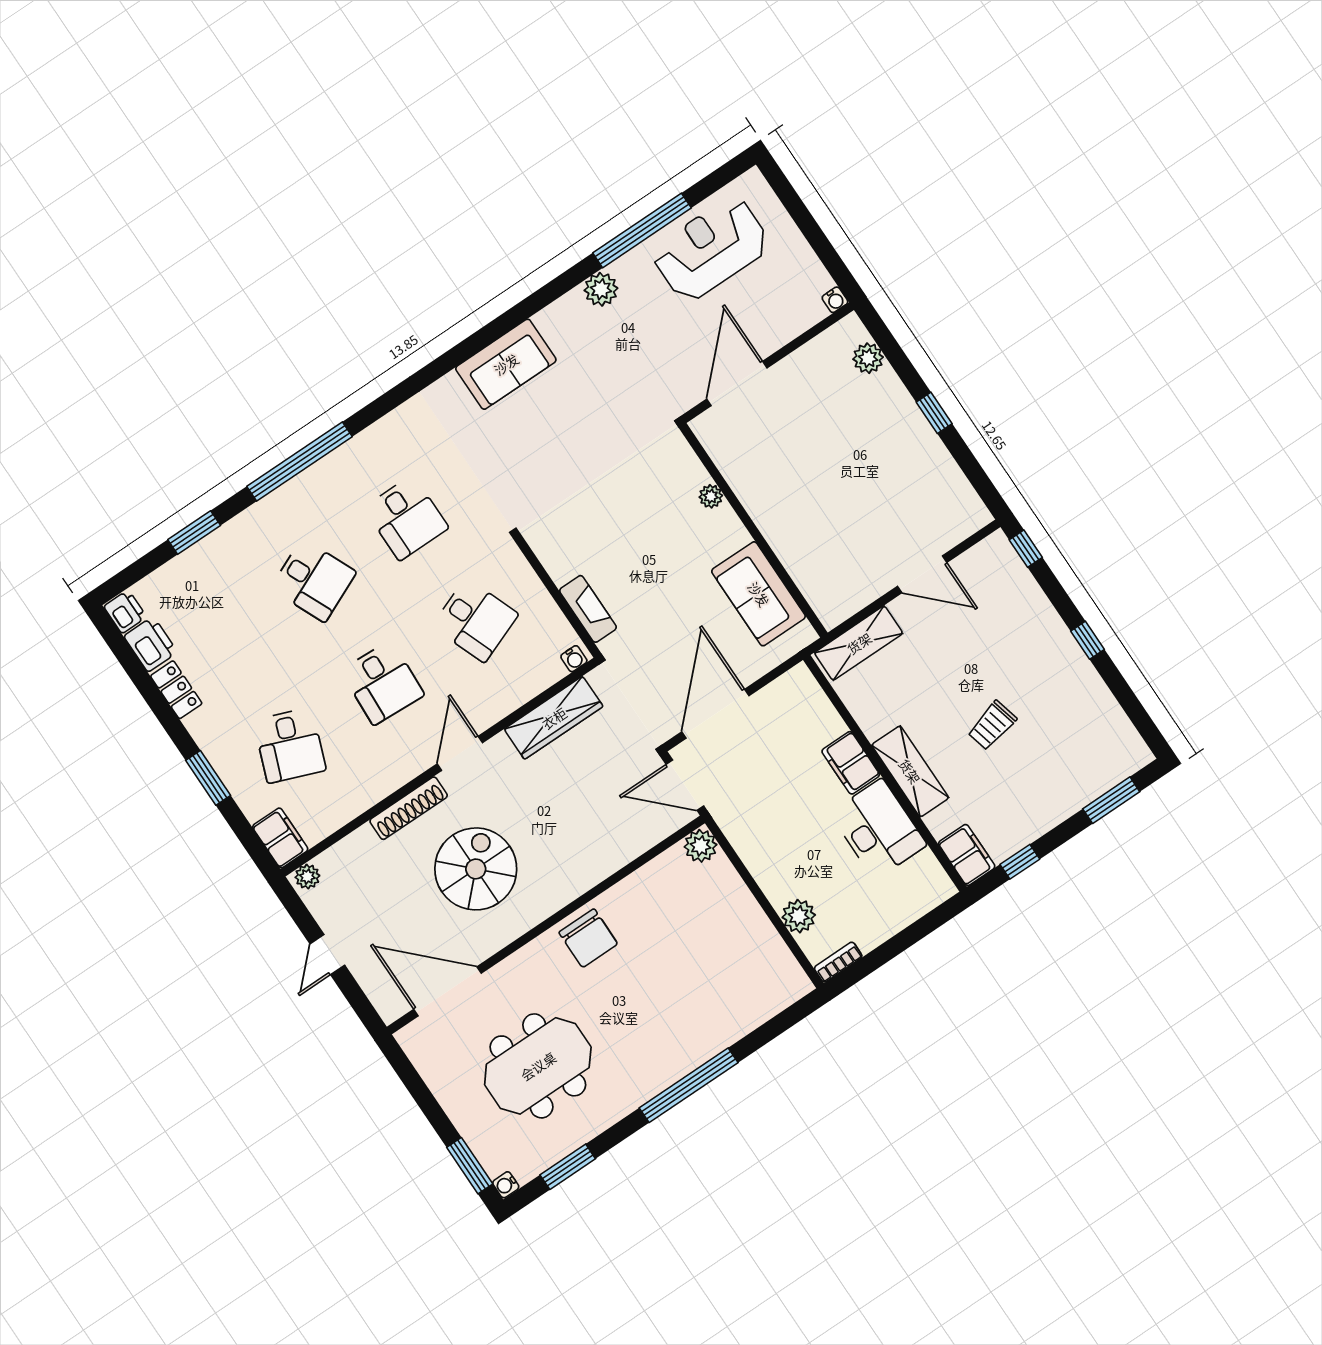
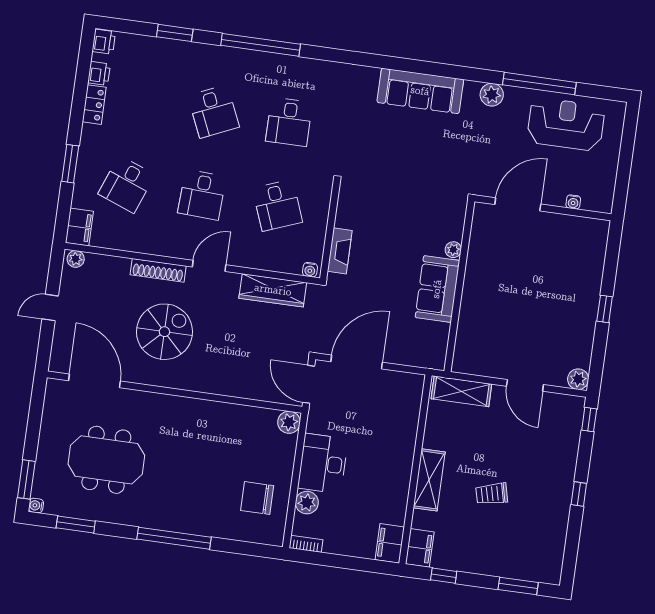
water cooler: (835, 300) -> (573, 202), moved
plant: (868, 358) -> (578, 379), moved
sofa: (506, 364) -> (420, 91), width x1.36
sofa: (759, 594) -> (437, 289), moved
printer: (151, 644) -> (99, 73), width x0.73, depth x0.81
filing cabinet: (851, 763) -> (390, 543), moved
desk: (878, 829) -> (323, 463), moved, turned 180
chair: (588, 938) -> (257, 498), moved, turned 90

